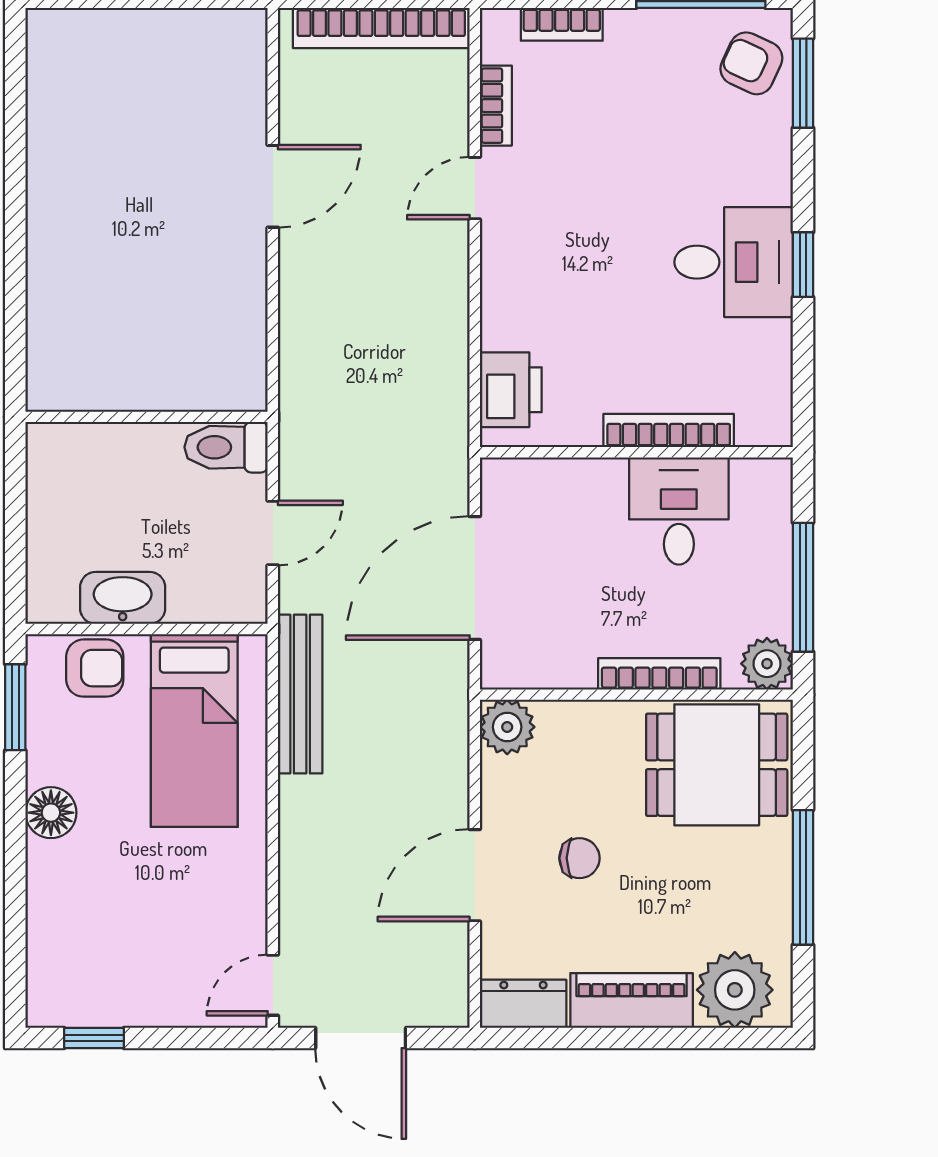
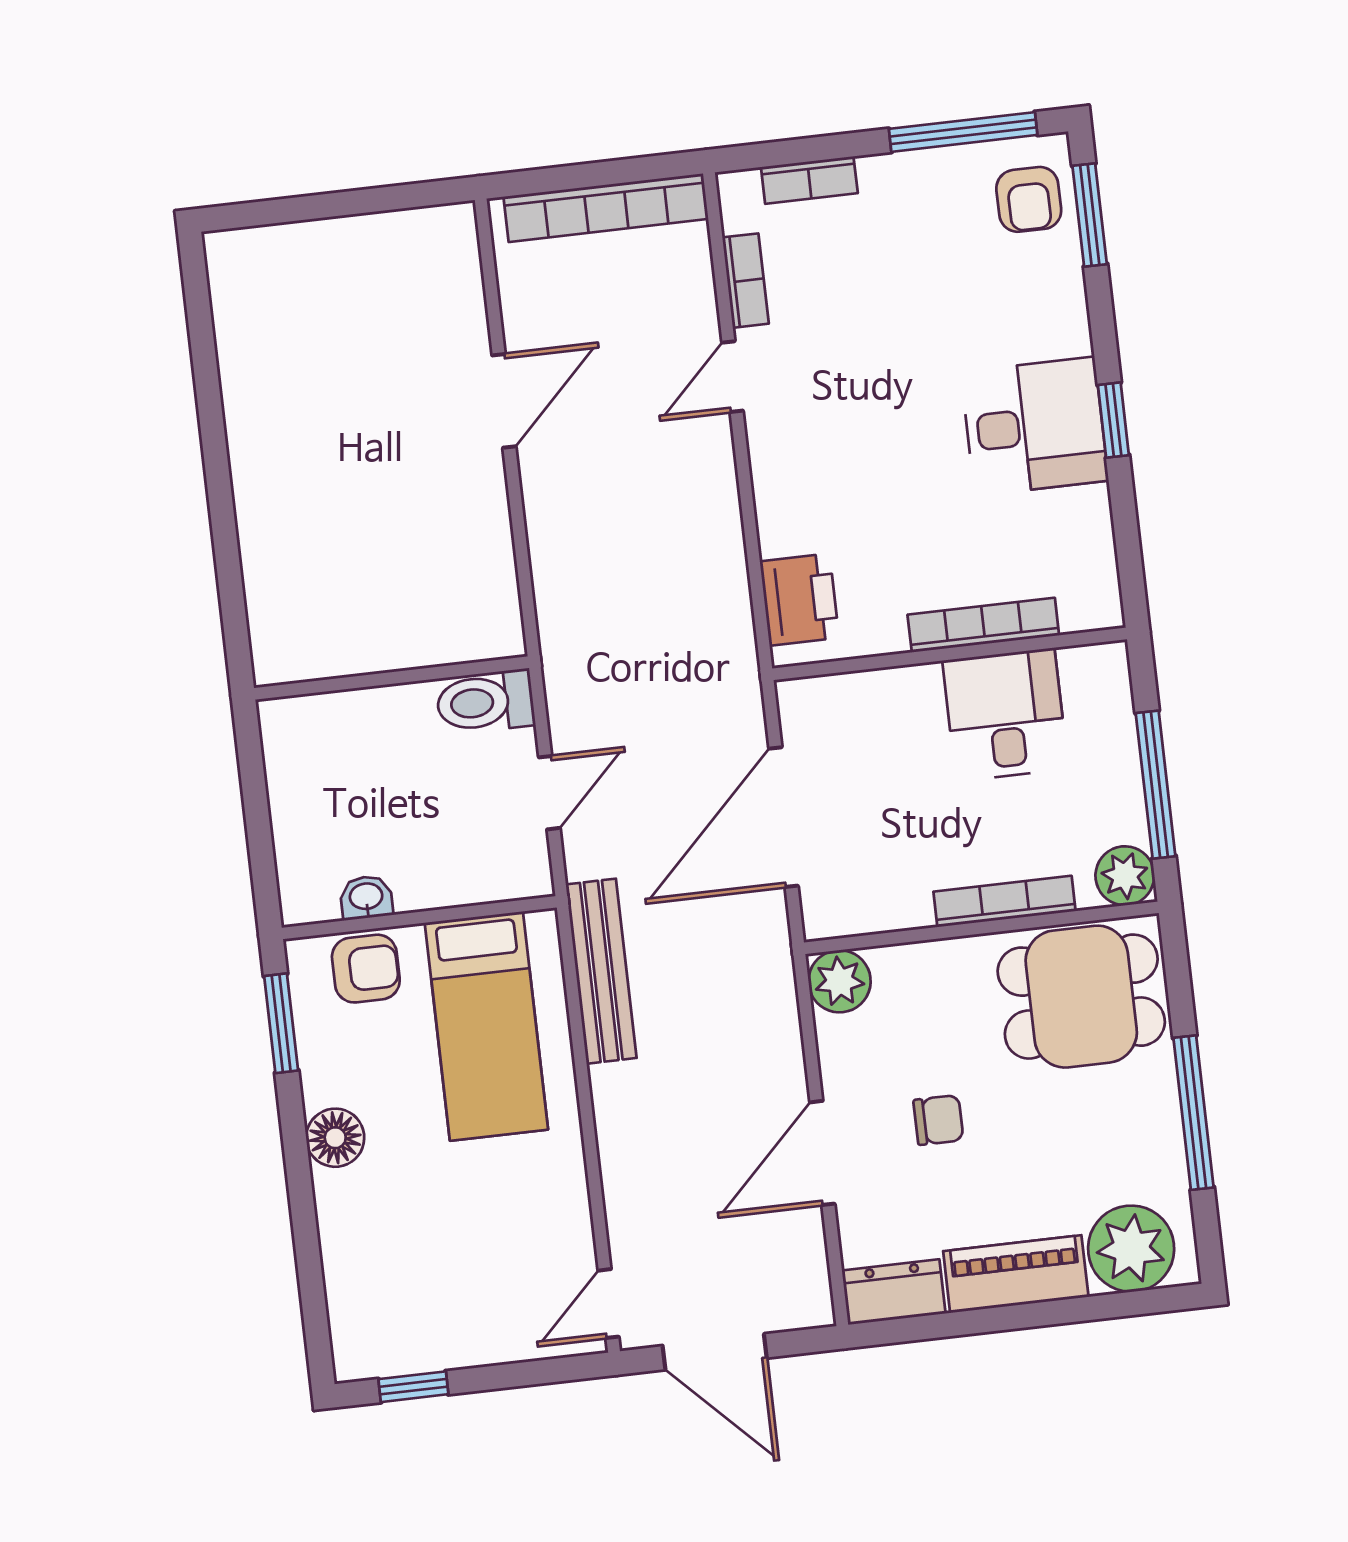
armchair: (751, 63) -> (1029, 199), turned -115
washbasin: (123, 598) -> (366, 897), width x0.52, depth x0.69

